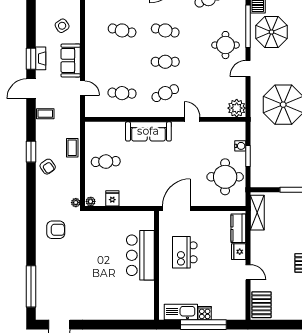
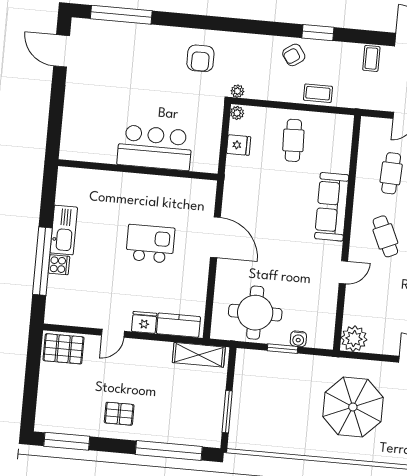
bar counter: (140, 255) -> (155, 148), moved
wall: (156, 265) -> (138, 170), moved

